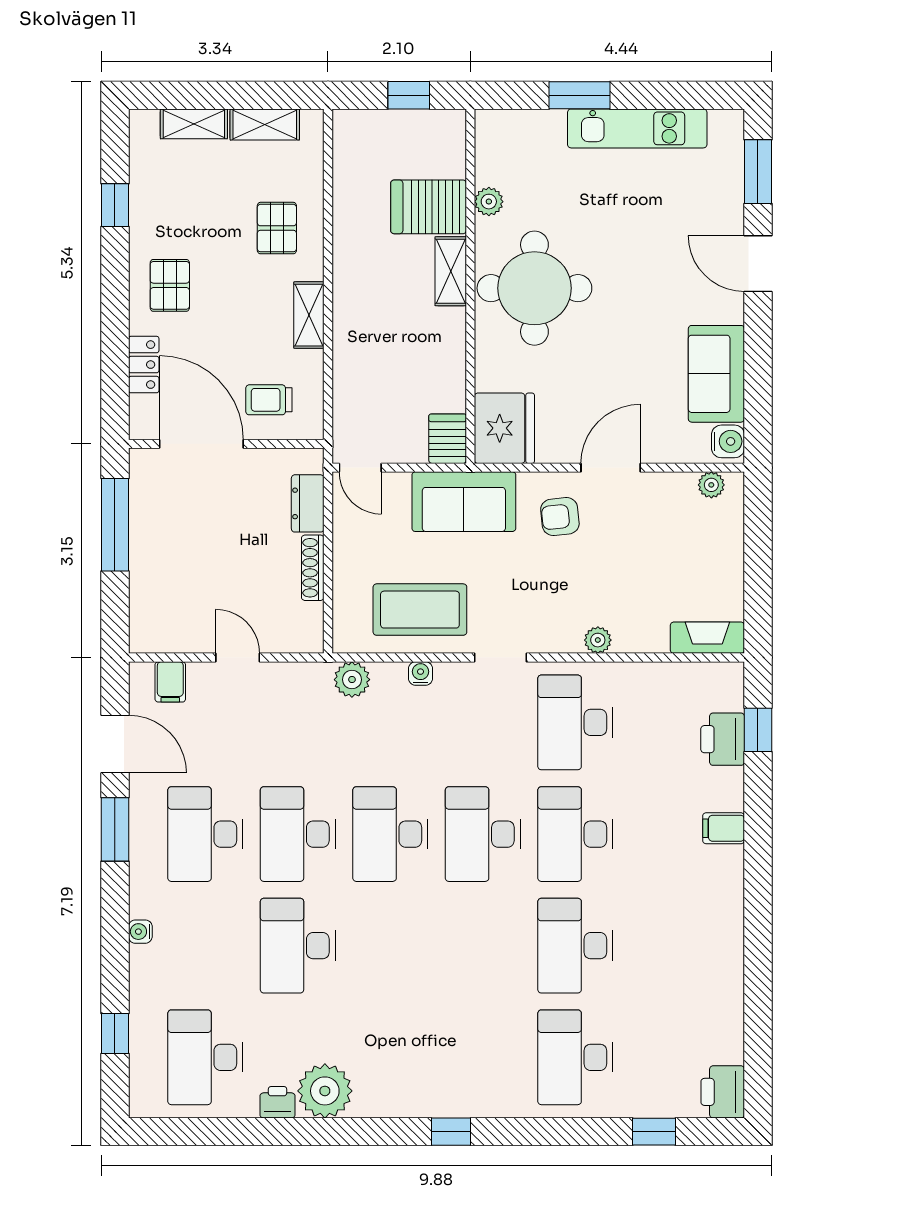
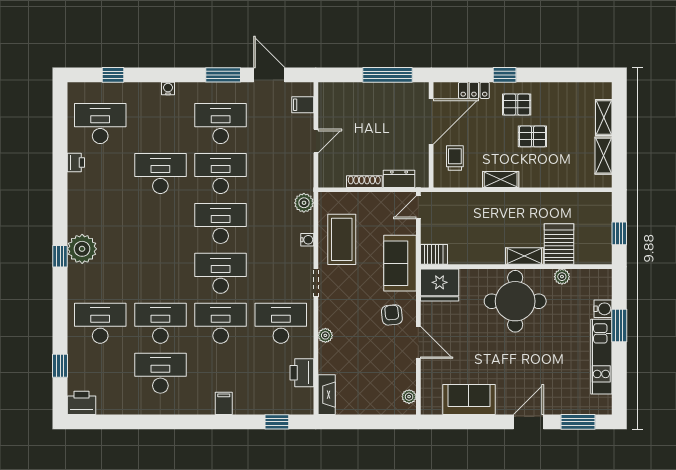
window: (115, 205) -> (505, 75), moved
pallet: (277, 228) -> (532, 136), moved
water cooler: (728, 441) -> (603, 309), moved, turned -90
printer: (723, 739) -> (302, 373), moved, turned -90
door: (115, 744) -> (269, 75), swing flipped
desk: (668, 946) -> (160, 373), added
plant: (325, 1091) -> (82, 249), moved

